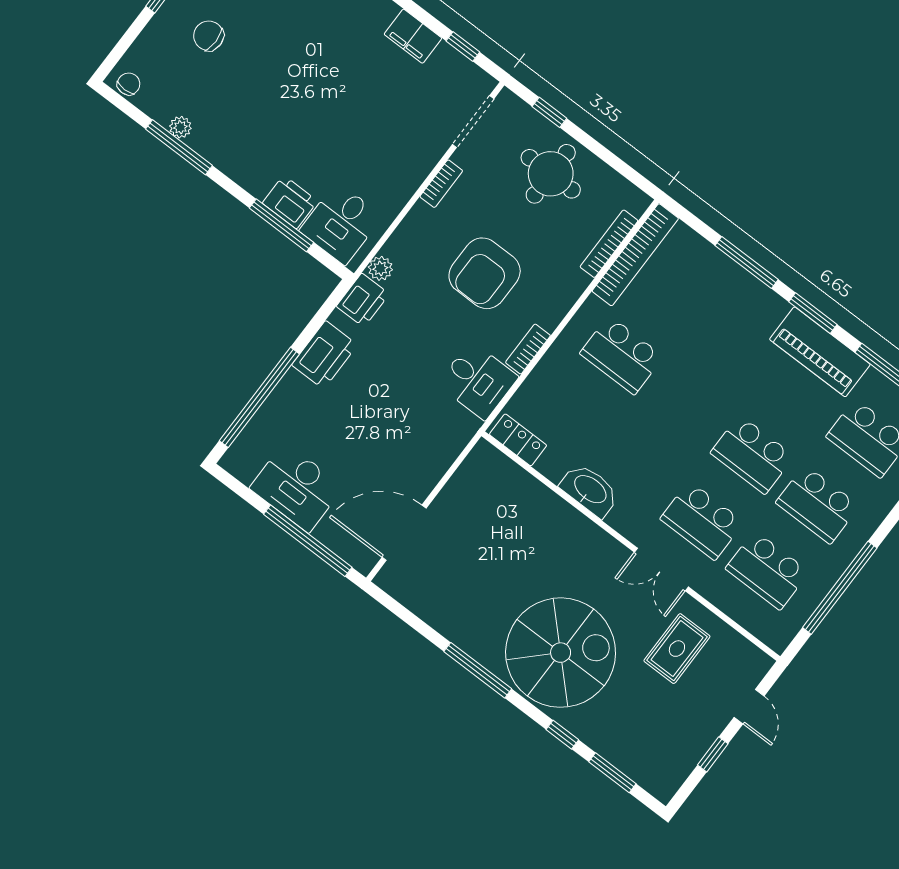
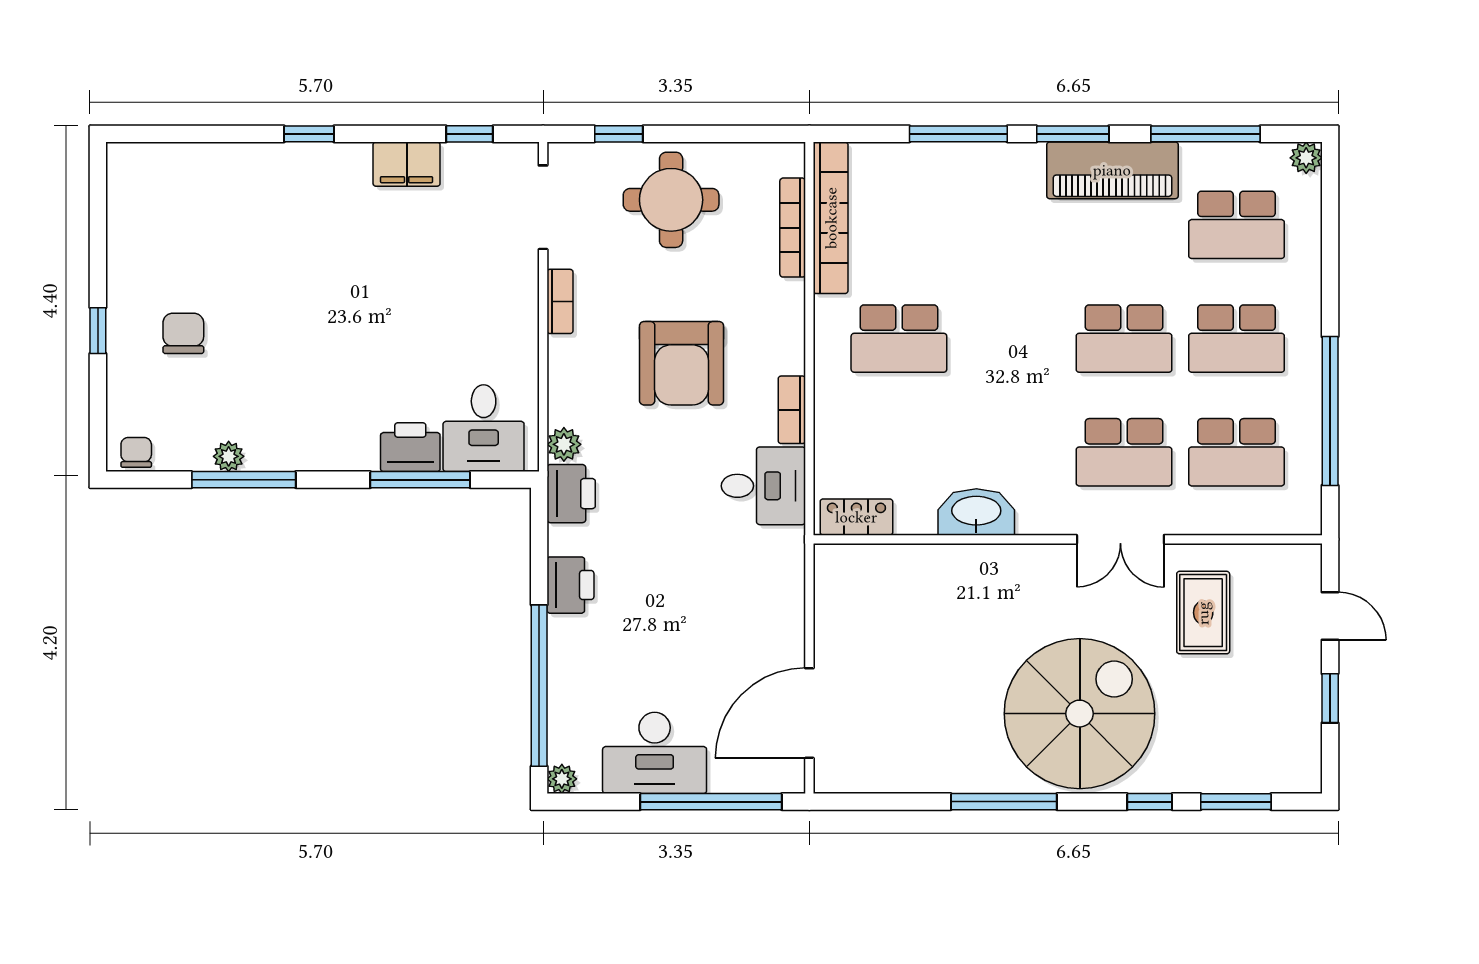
chair: (209, 36) -> (183, 333), turned 90
printer: (325, 355) -> (570, 585), width x0.73, depth x0.84
plant: (231, 462) -> (562, 779), added

